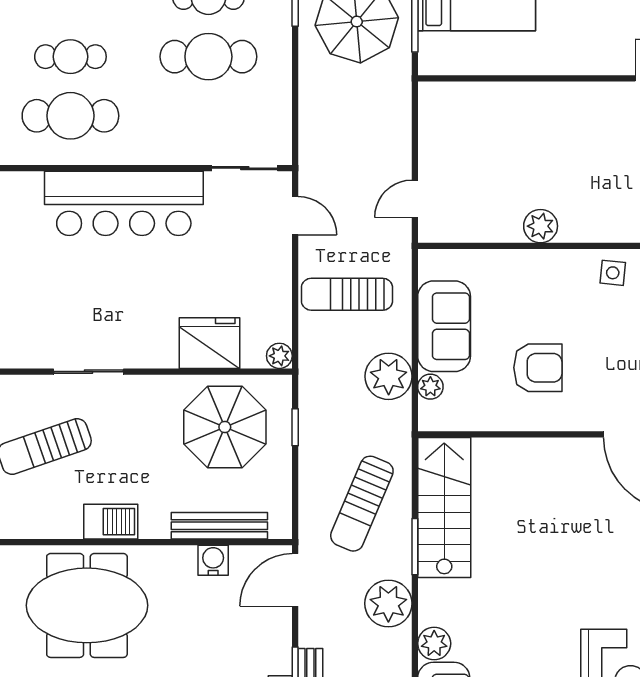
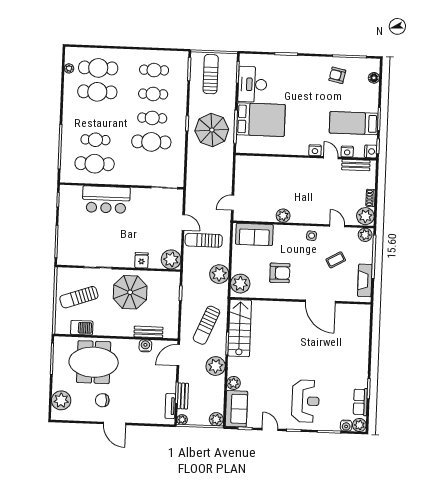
nightstand: (613, 62) -> (315, 150), added
bar counter: (124, 203) -> (106, 200), width x0.73
door: (295, 216) -> (183, 222), moved
sofa: (444, 326) -> (254, 234), moved, turned 90
fridge: (210, 343) -> (141, 260), width x0.53, depth x0.75
plant: (279, 356) -> (171, 259), width x1.87, depth x1.87
plant: (430, 387) -> (240, 284), width x1.88, depth x1.88
parasol: (225, 427) -> (130, 292), moved
barbecue: (111, 522) -> (82, 328), moved
bench: (219, 526) -> (148, 332), width x0.73

